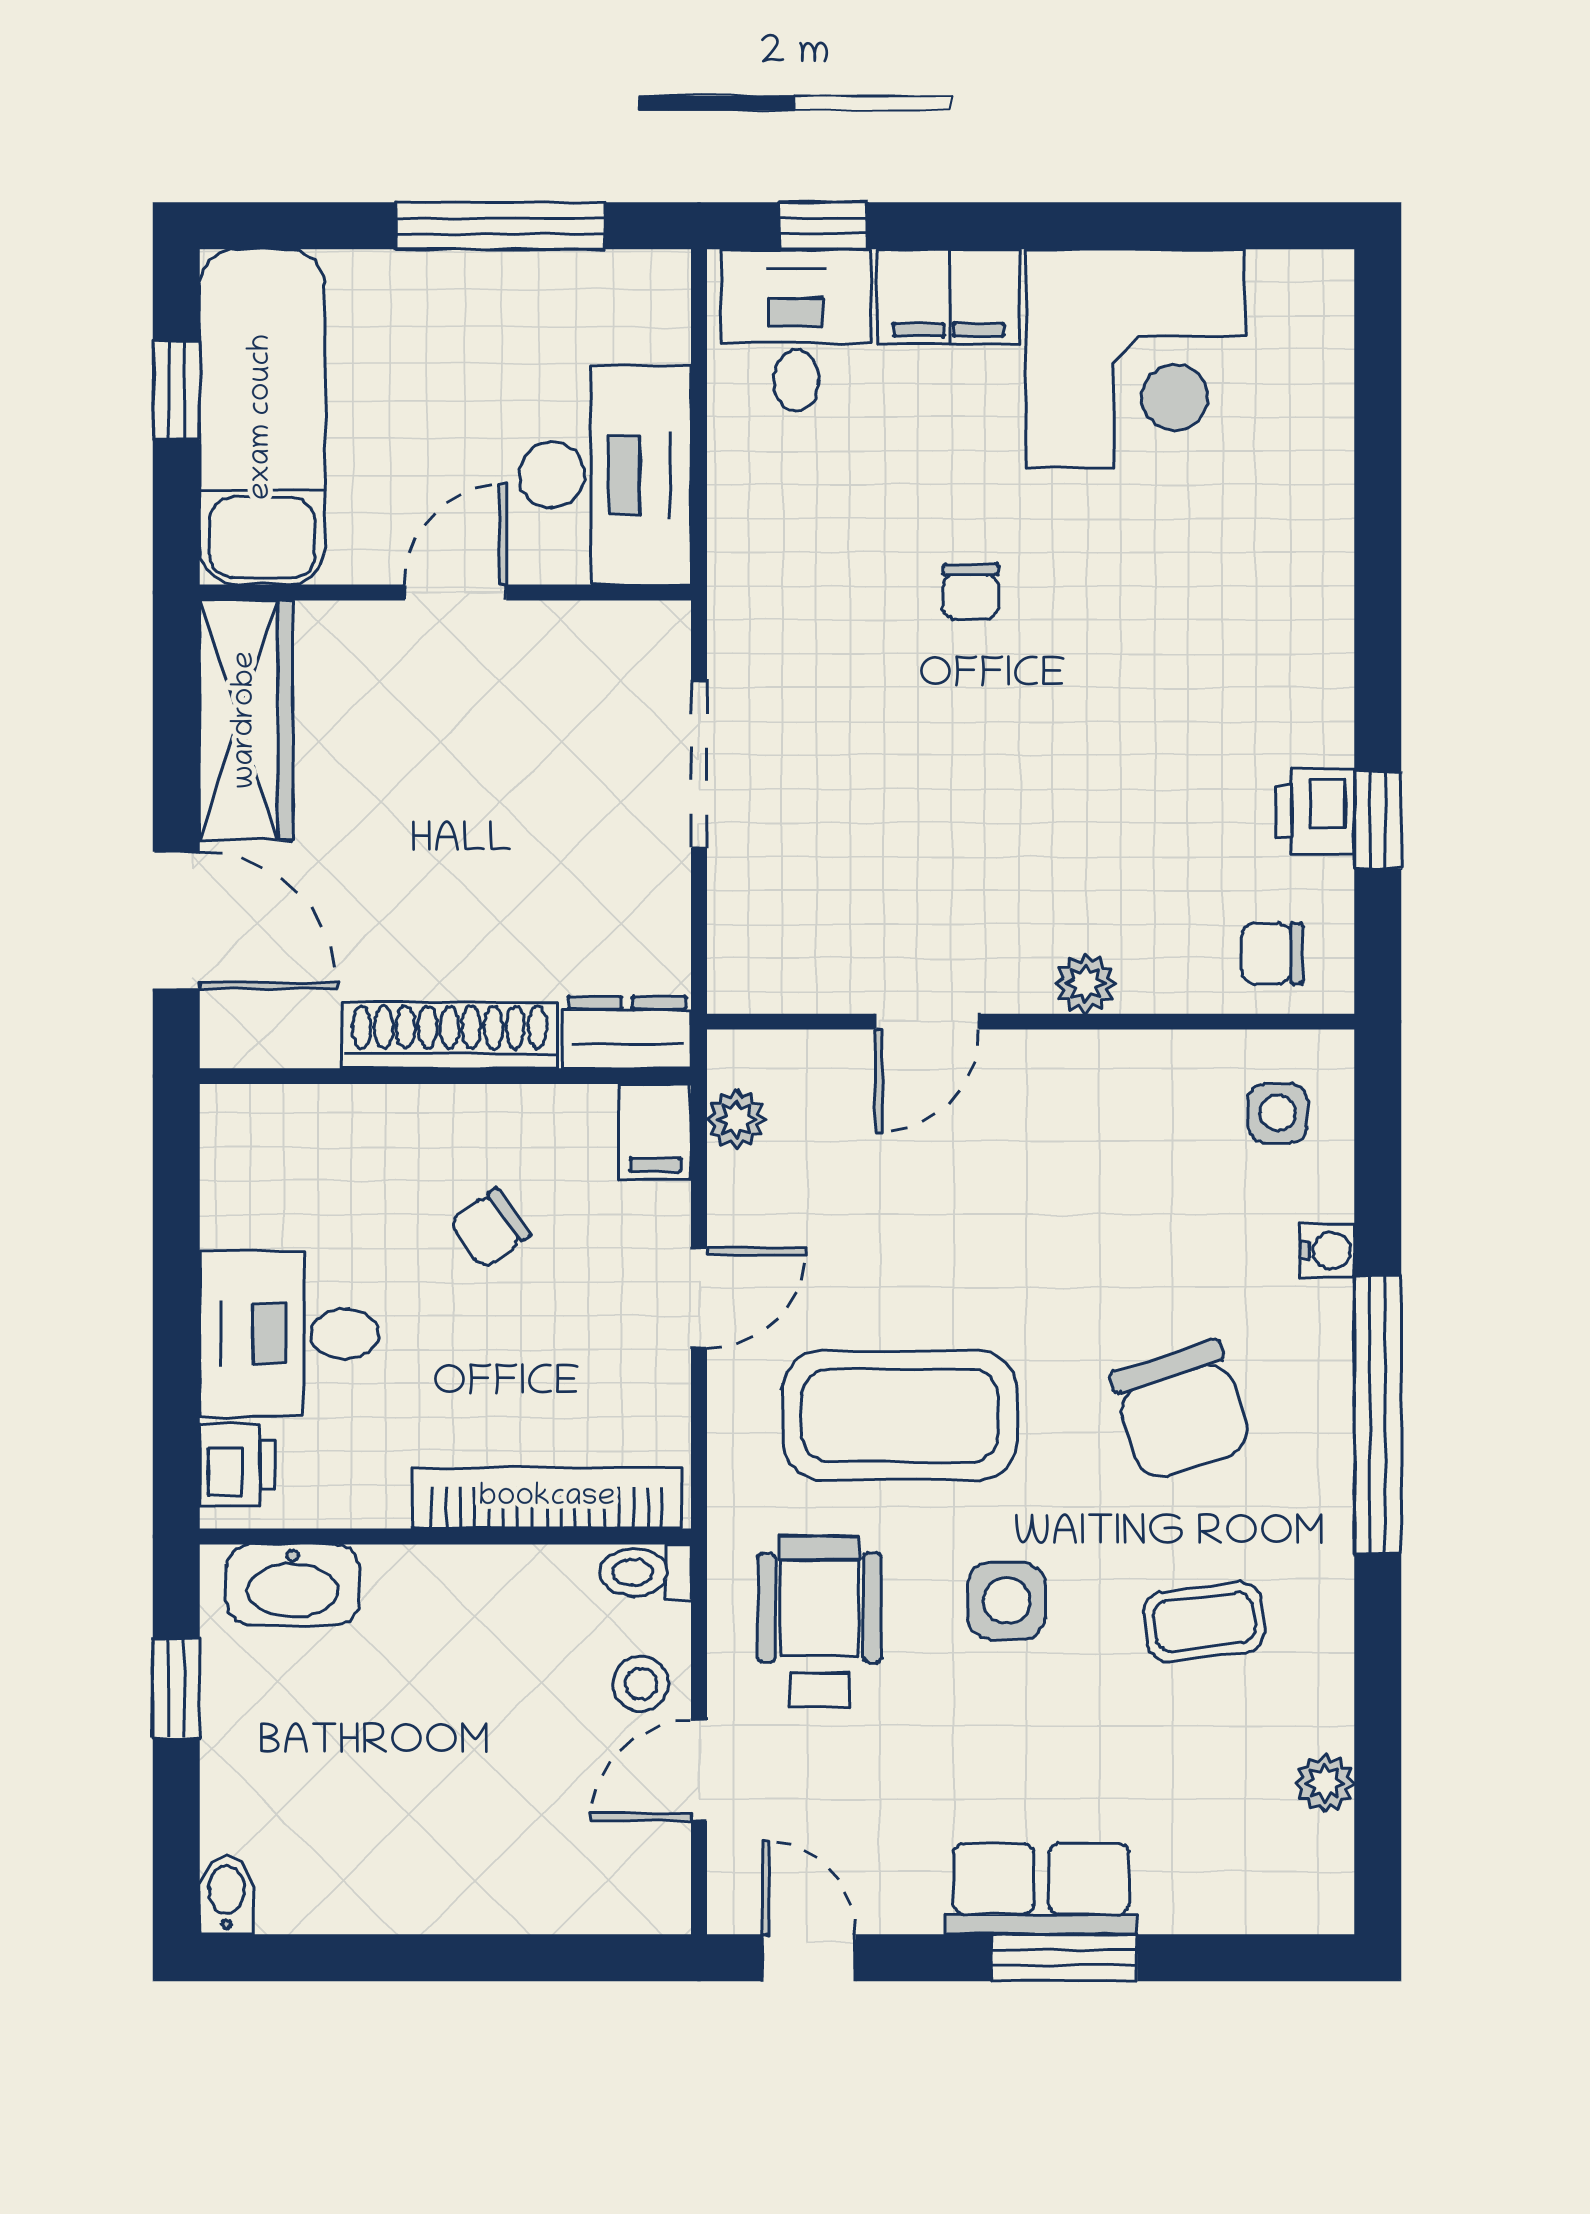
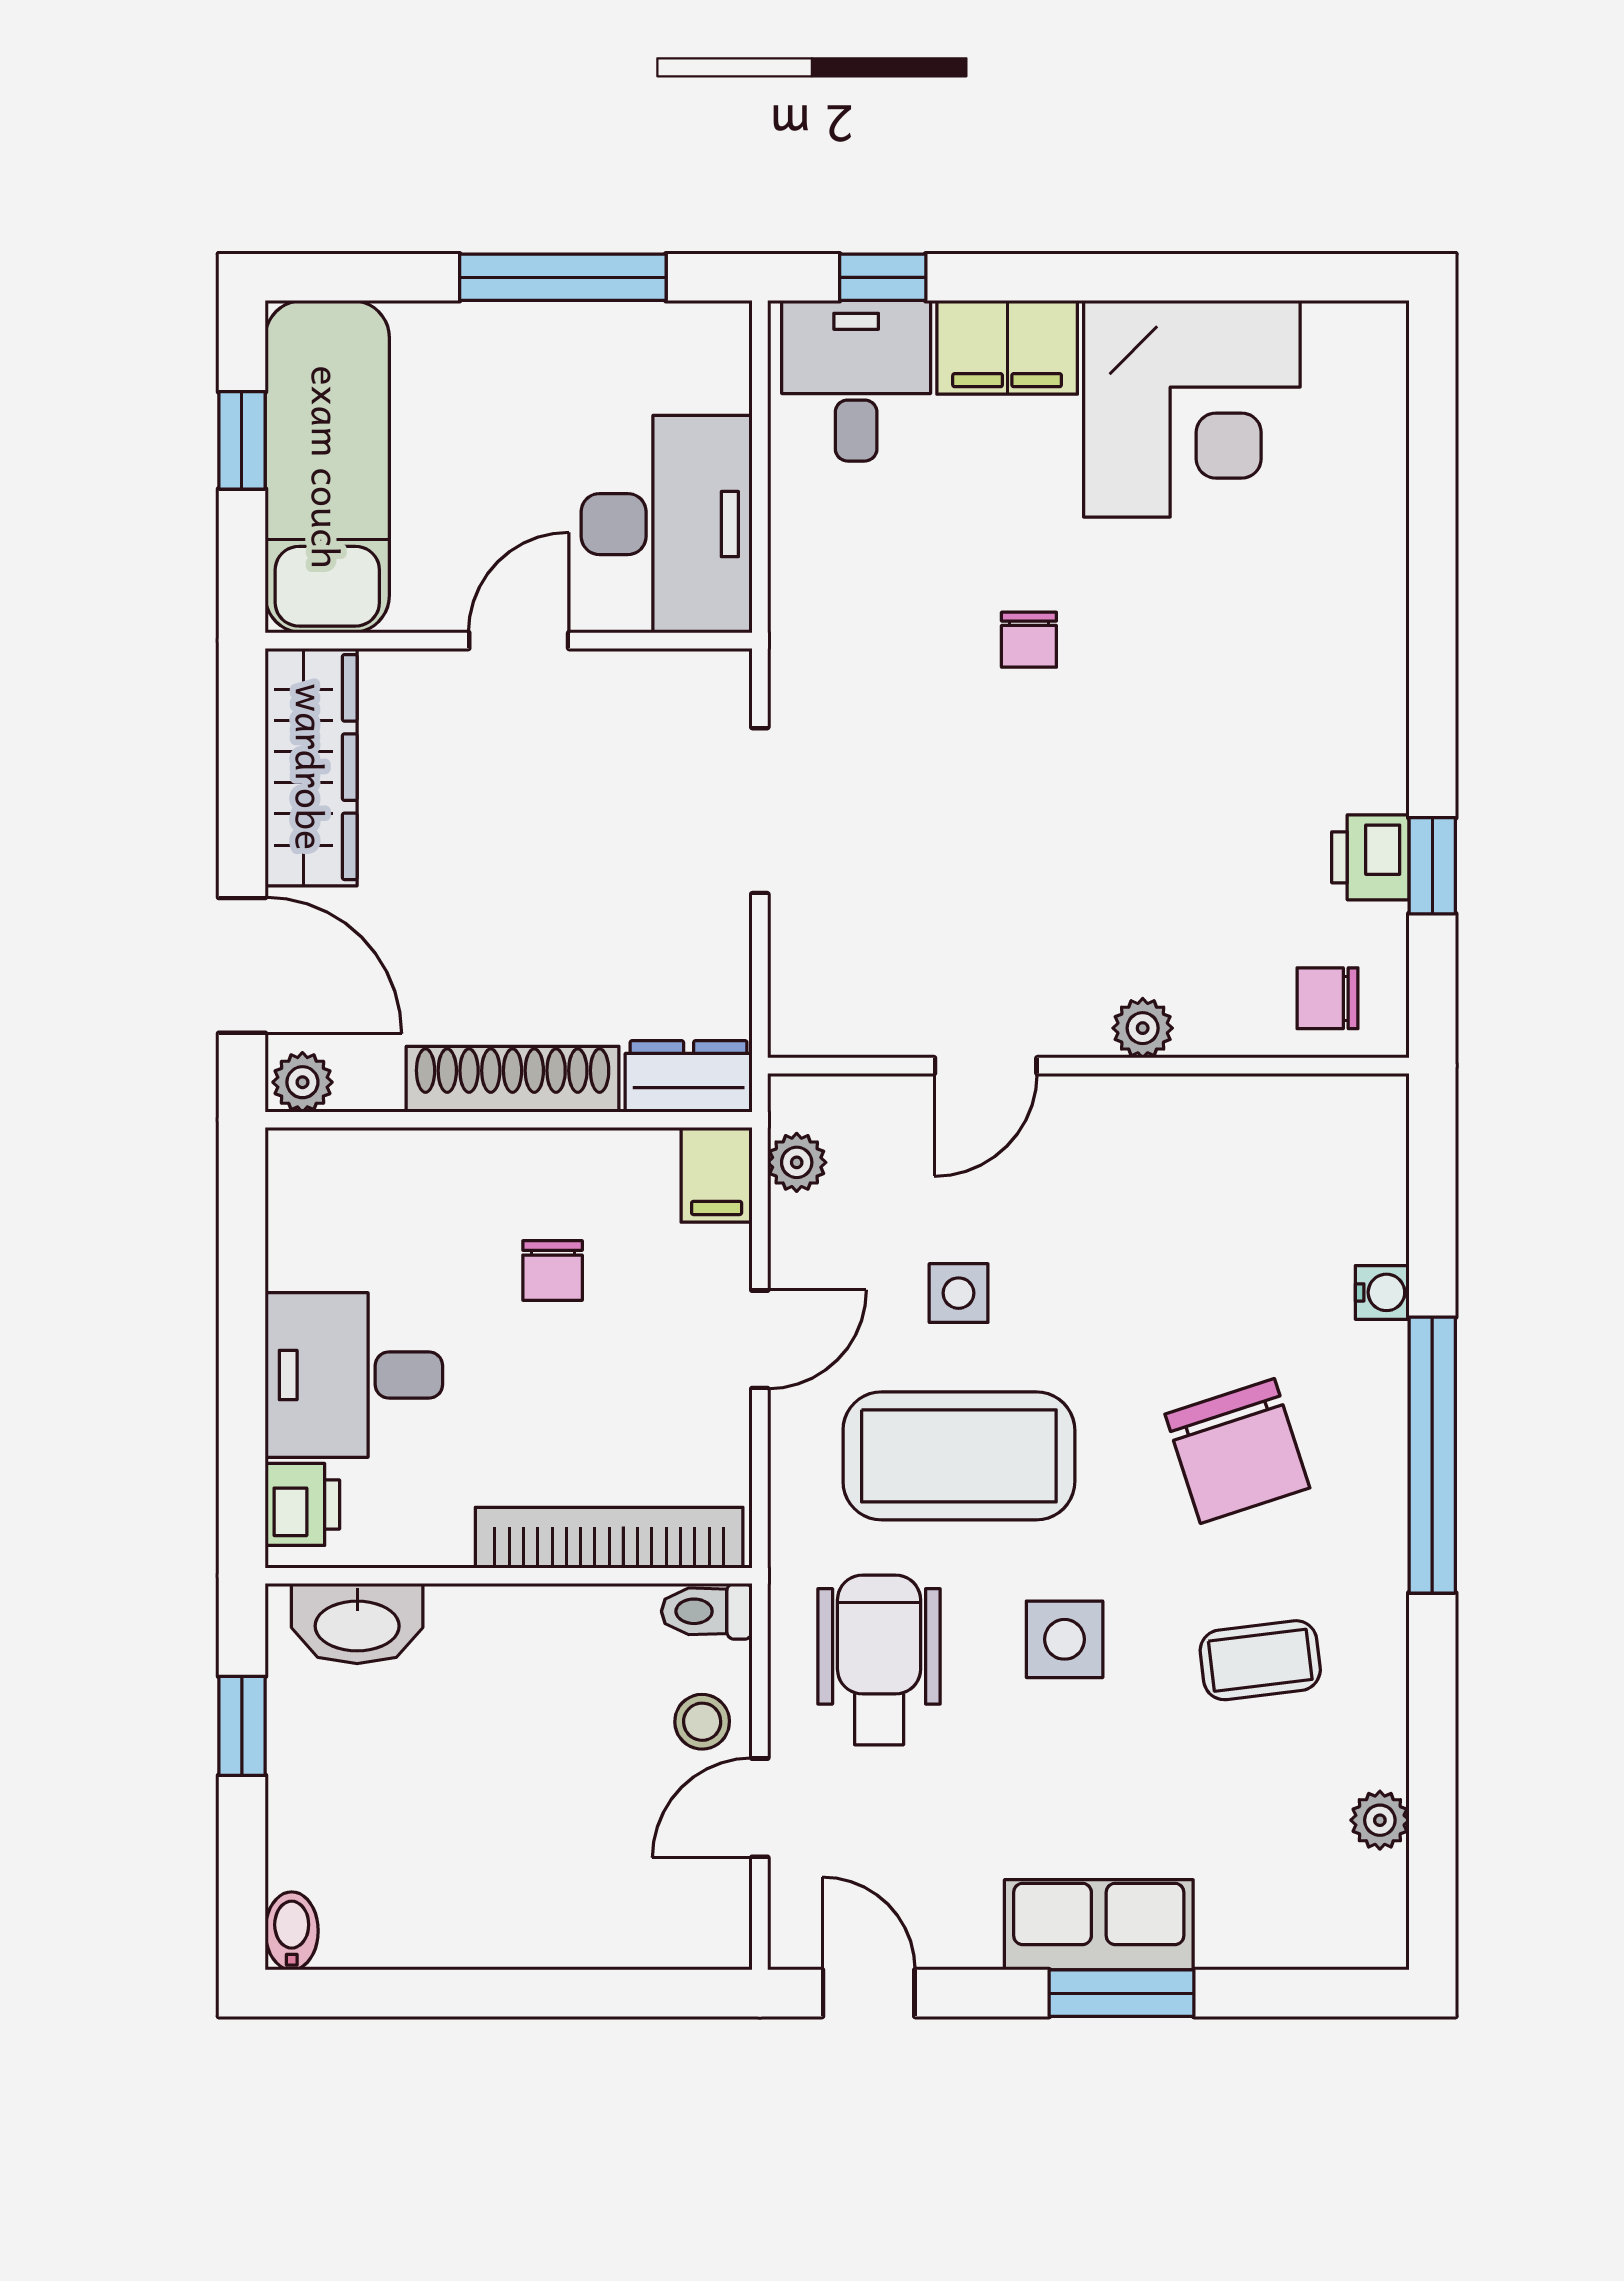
plant: (237, 1038) -> (302, 1082), added
side table: (1278, 1113) -> (959, 1293), moved
chair: (490, 1228) -> (553, 1271), turned -54

